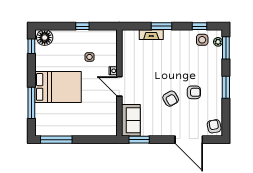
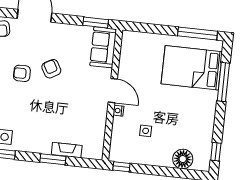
window: (82, 26) -> (121, 167), moved
floor lamp: (45, 38) -> (183, 159), moved
bed: (58, 87) -> (192, 68), moved

